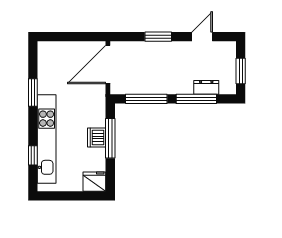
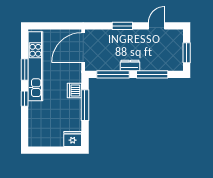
dresser: (206, 87) -> (130, 65), moved
dishwasher: (97, 138) -> (74, 91), moved
kitchen unit: (47, 139) -> (35, 66), moved
window: (33, 155) -> (25, 99), moved

